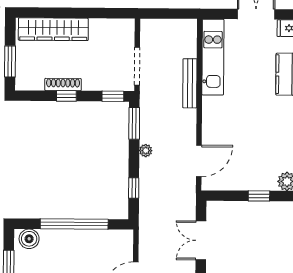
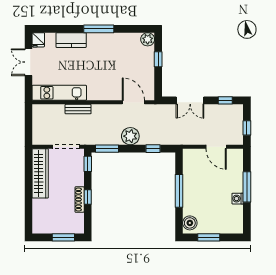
wardrobe: (53, 29) -> (40, 173), moved
bench: (190, 83) -> (78, 109), width x0.73
plant: (146, 151) -> (130, 136), width x1.87, depth x1.87
window: (74, 224) -> (179, 191), width x0.68

